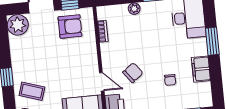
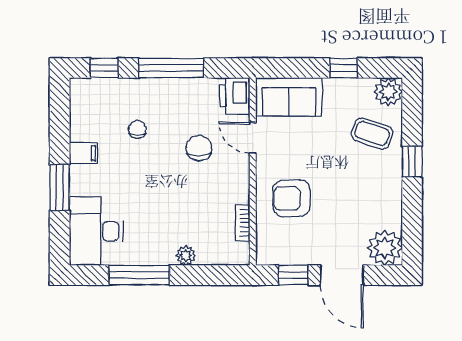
armchair: (70, 26) -> (291, 198), moved
filing cabinet: (201, 69) -> (83, 153), width x0.50
chair: (133, 73) -> (199, 148), turned 127

